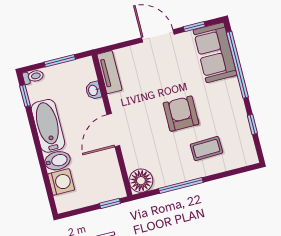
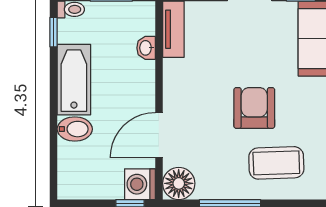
door: (113, 130) -> (159, 135), moved
coffee table: (206, 149) -> (276, 163), width x1.36, depth x1.30
washing machine: (61, 182) -> (140, 184), moved, turned 180

